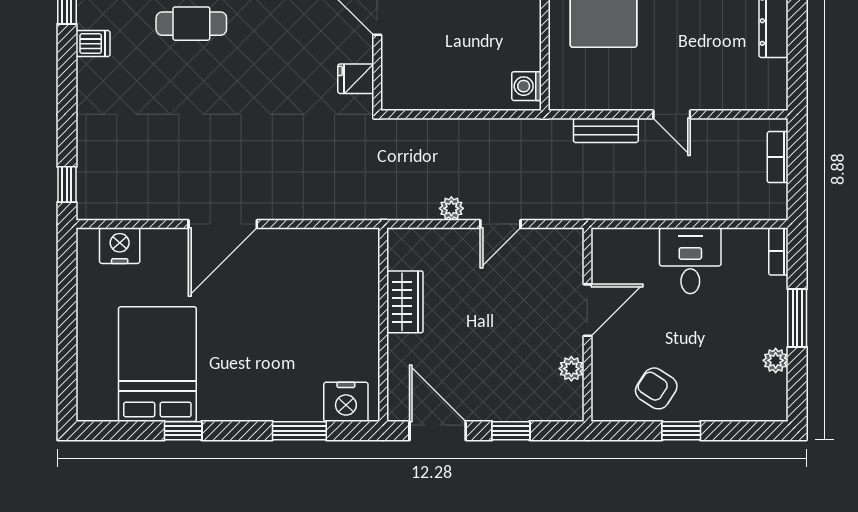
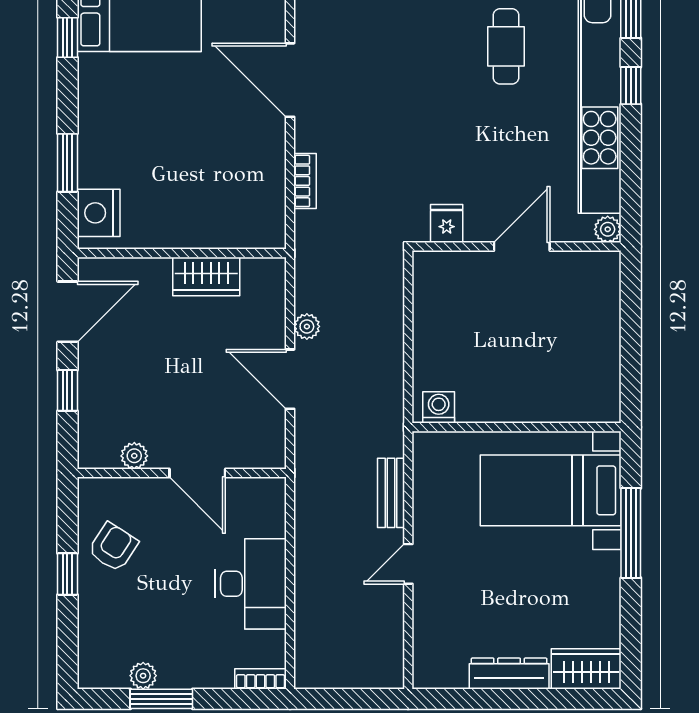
bookcase: (778, 157) -> (305, 181), moved, turned 90
door: (500, 224) -> (290, 379), width x1.38
desk: (690, 261) -> (251, 584), width x1.37
window: (797, 318) -> (161, 699), moved

